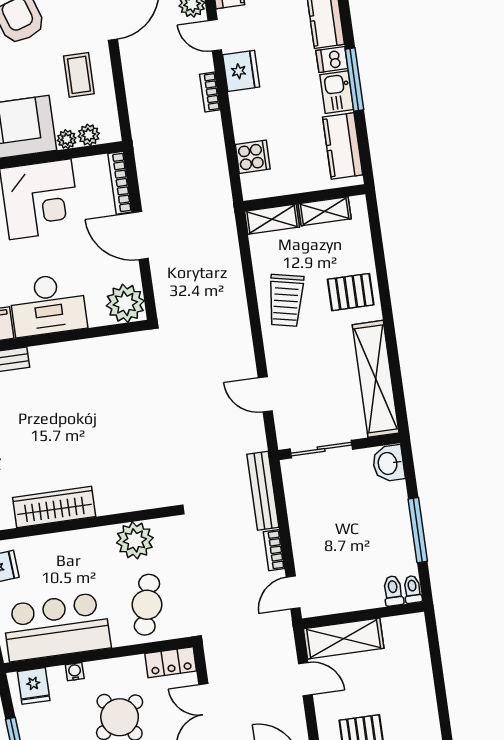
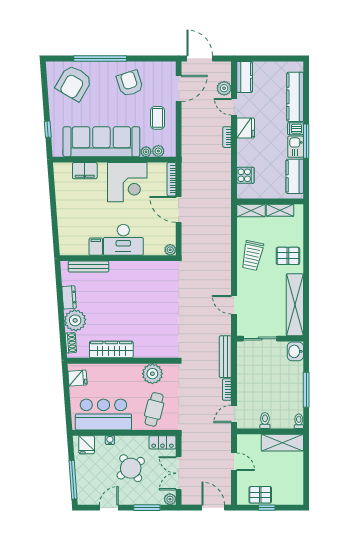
plant: (125, 303) -> (170, 250), width x0.53, depth x0.53
toilet: (393, 591) -> (265, 421), moved
shelving: (344, 638) -> (282, 443), moved

